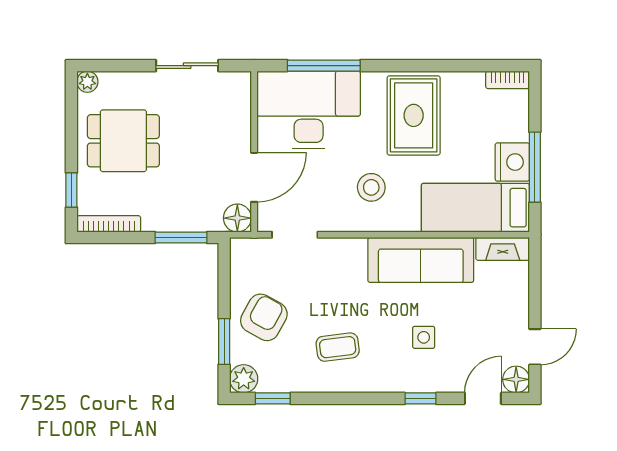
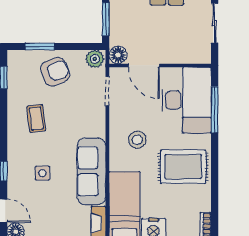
armchair: (264, 317) -> (55, 72), turned -50
plant: (244, 379) -> (95, 59), moved

